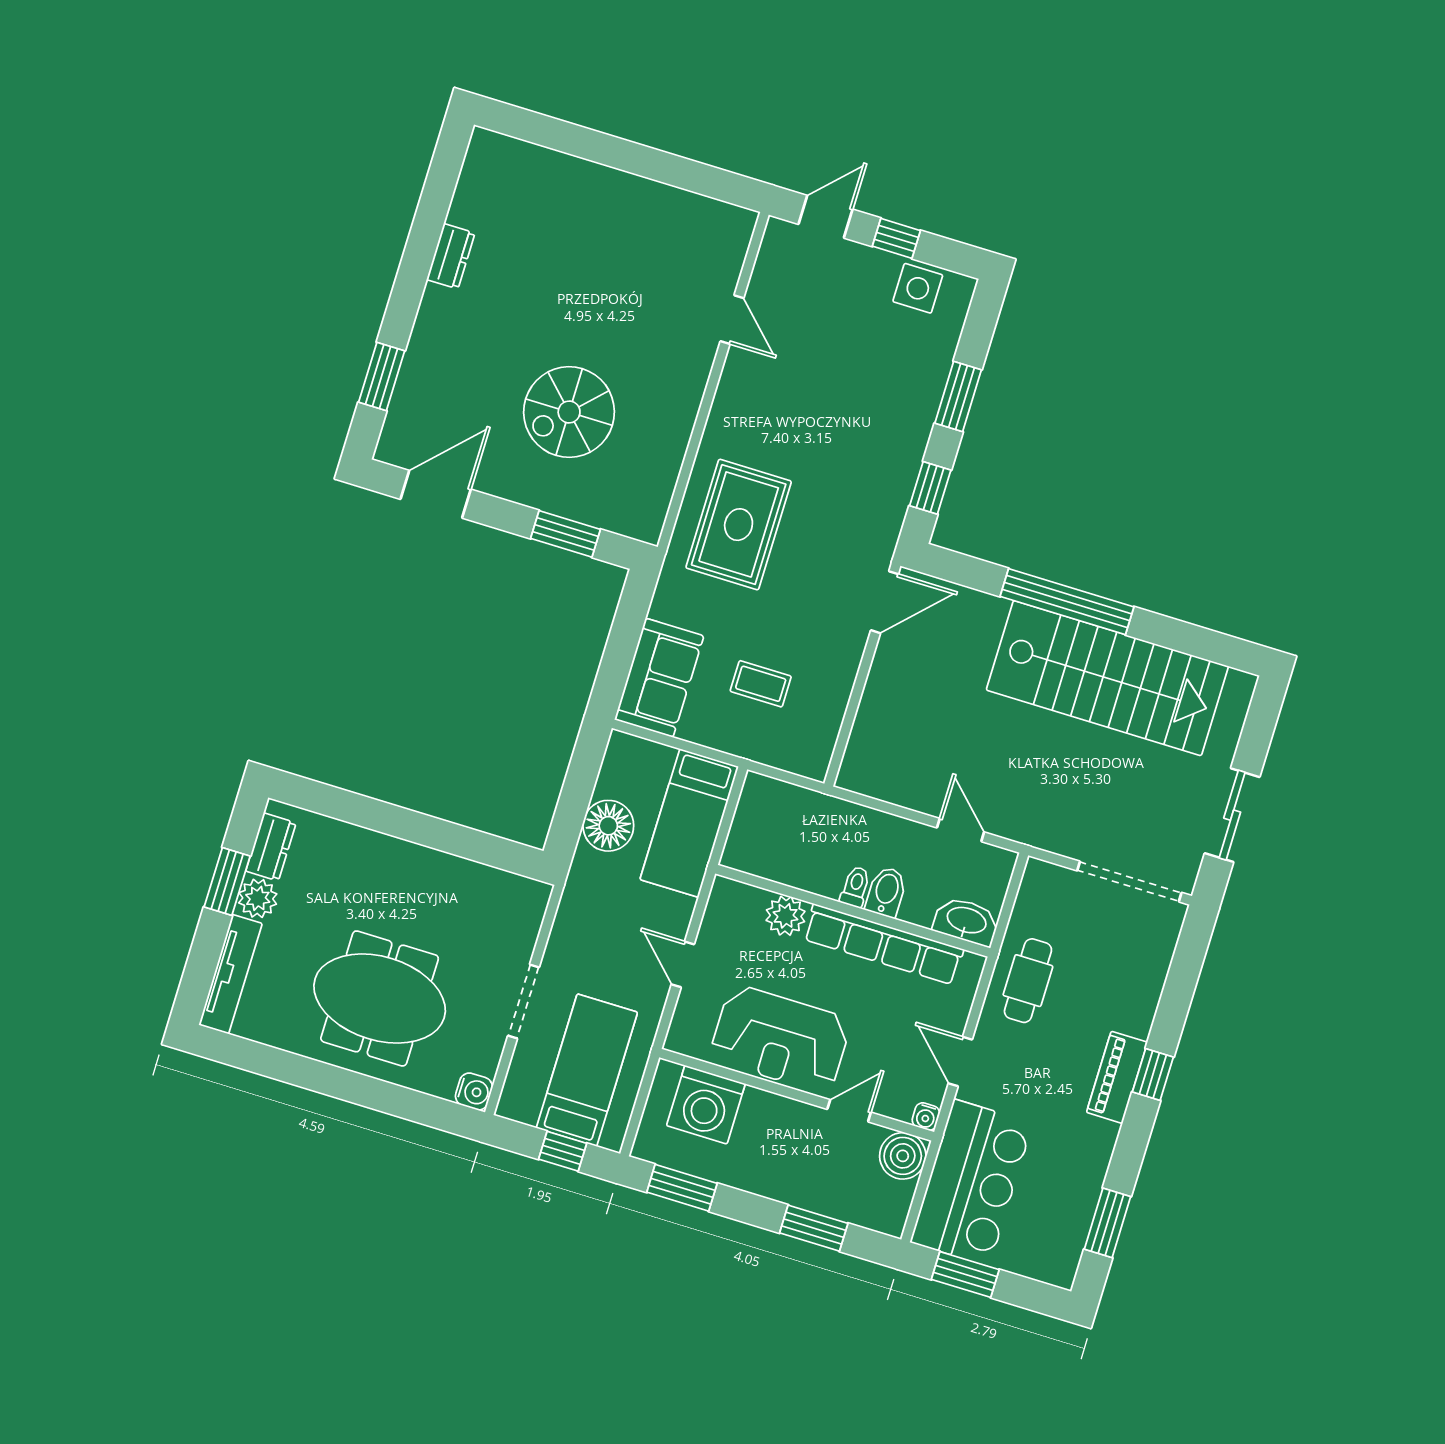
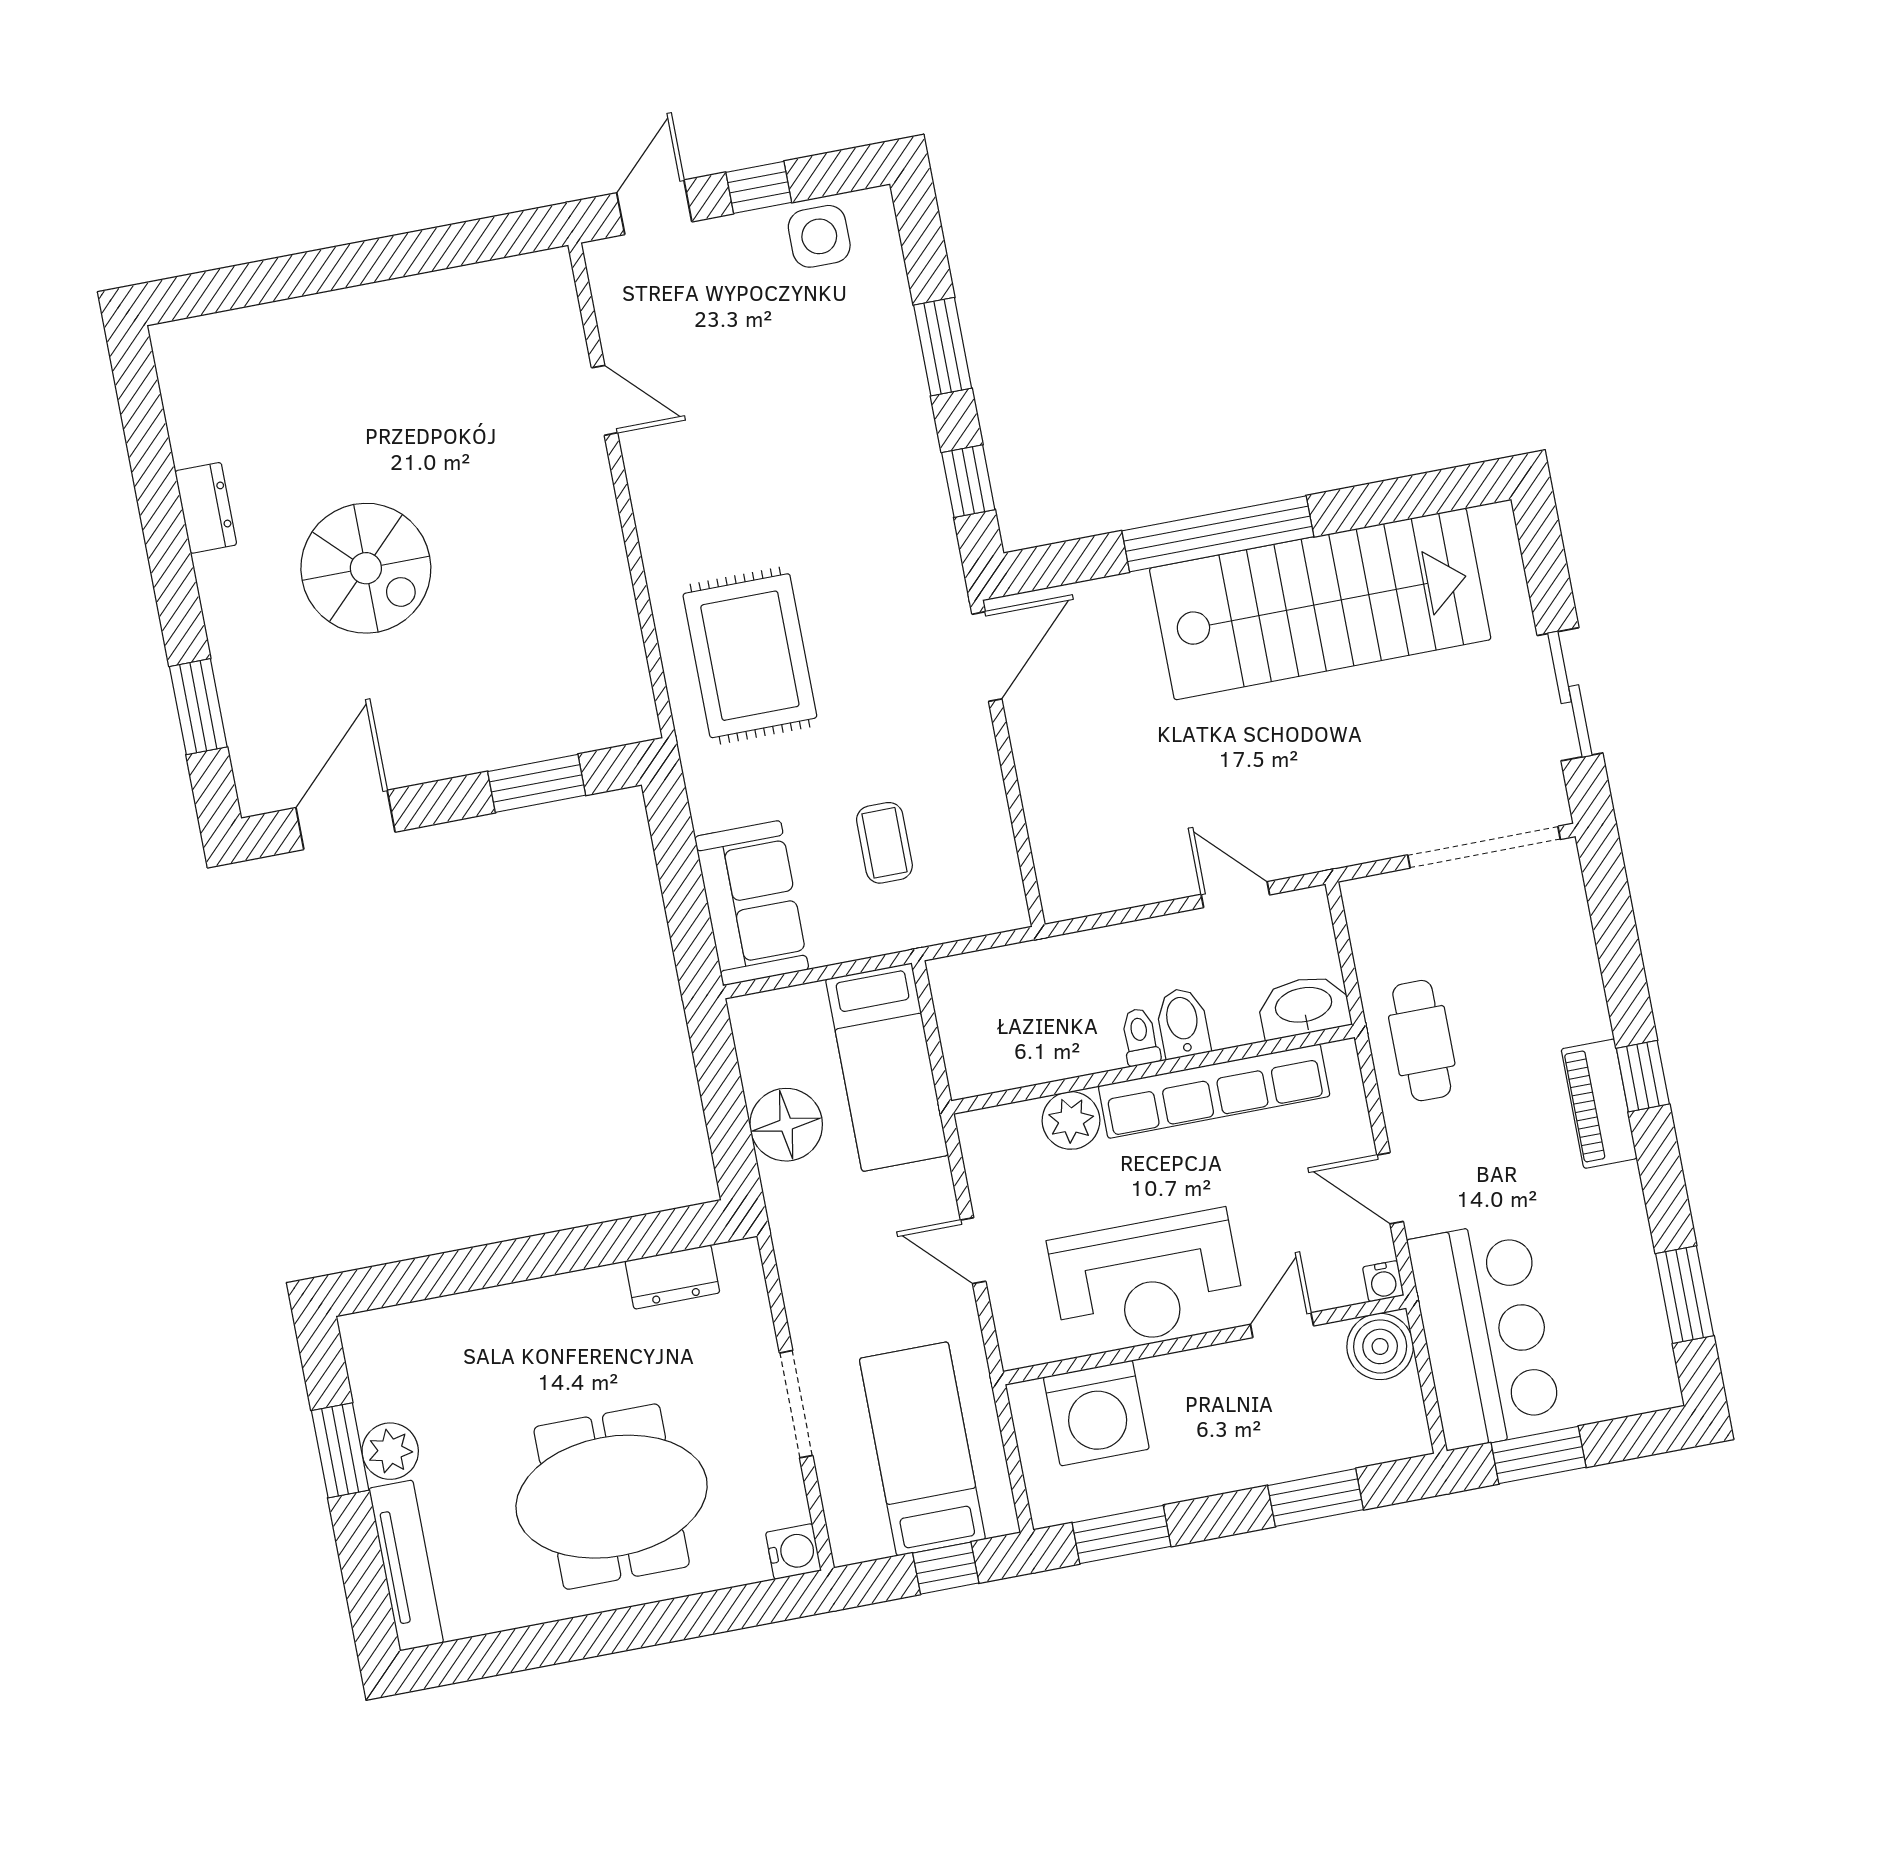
spiral stairs: (569, 412) -> (366, 568), moved, turned -90
coffee table: (761, 684) -> (884, 843), turned 90
dresser: (271, 847) -> (672, 1277), moved, turned 90

